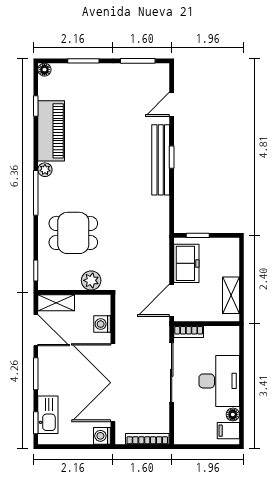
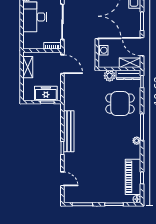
door: (172, 104) -> (62, 179), hinge flipped
piano: (51, 131) -> (133, 177), moved
bench: (161, 160) -> (69, 131), moved
freezer: (186, 263) -> (46, 94), moved, turned 90
dresser: (59, 282) -> (128, 75), added
door: (172, 300) -> (62, 64), hinge flipped

